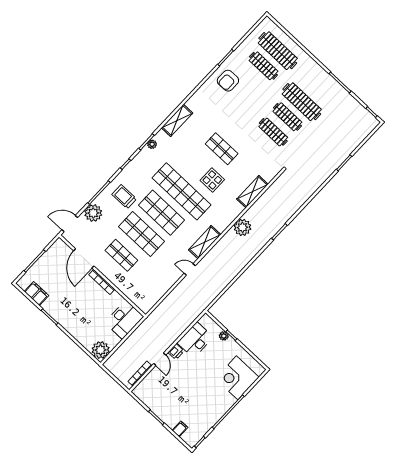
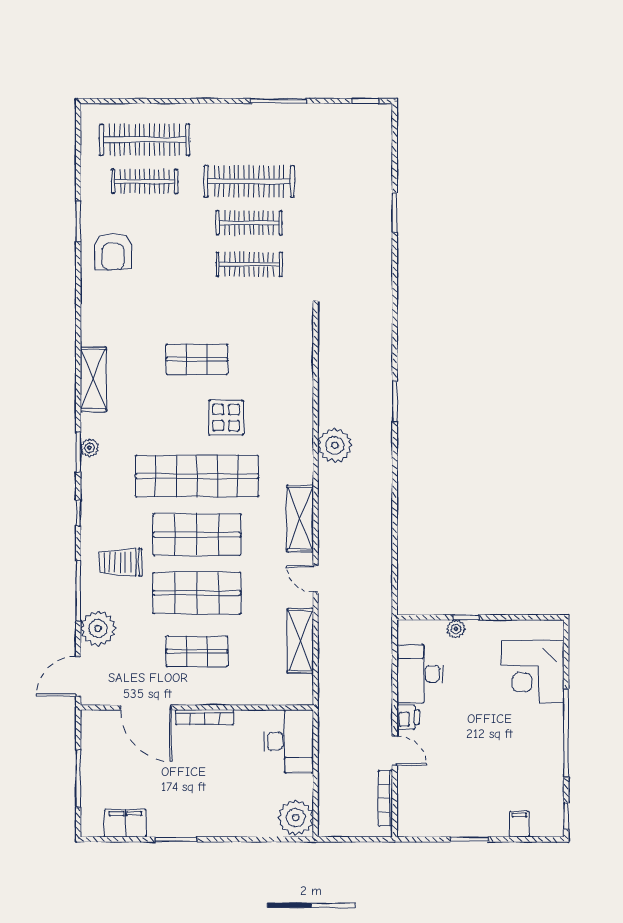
shelving: (252, 192) -> (300, 641), moved
door: (190, 269) -> (316, 579), hinge flipped

